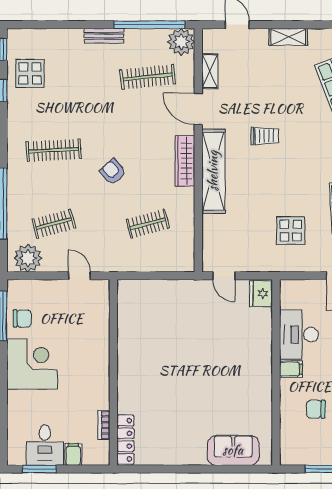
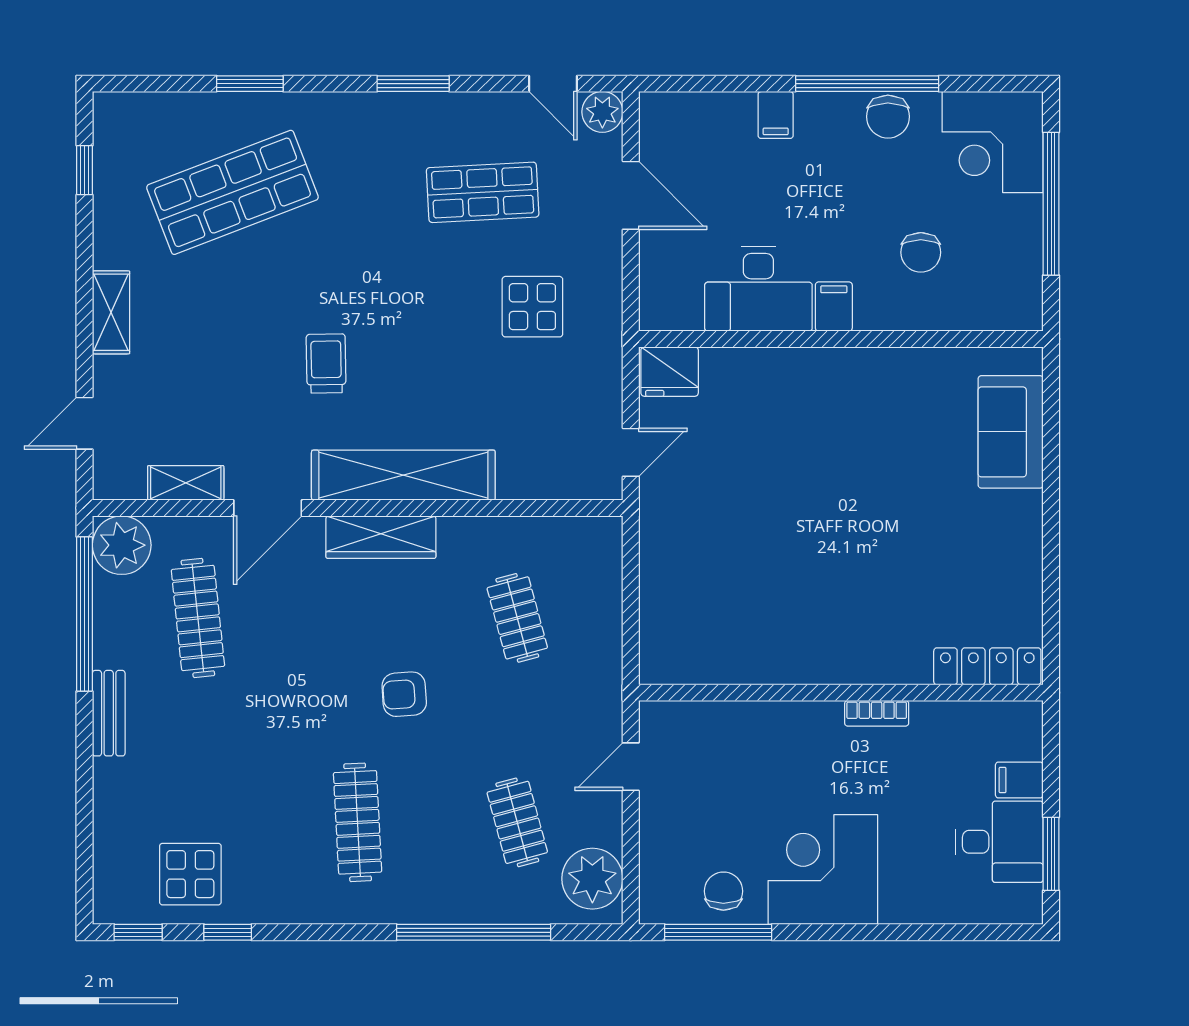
armchair: (113, 172) -> (404, 694), turned 37
bookcase: (104, 425) -> (877, 713), moved

